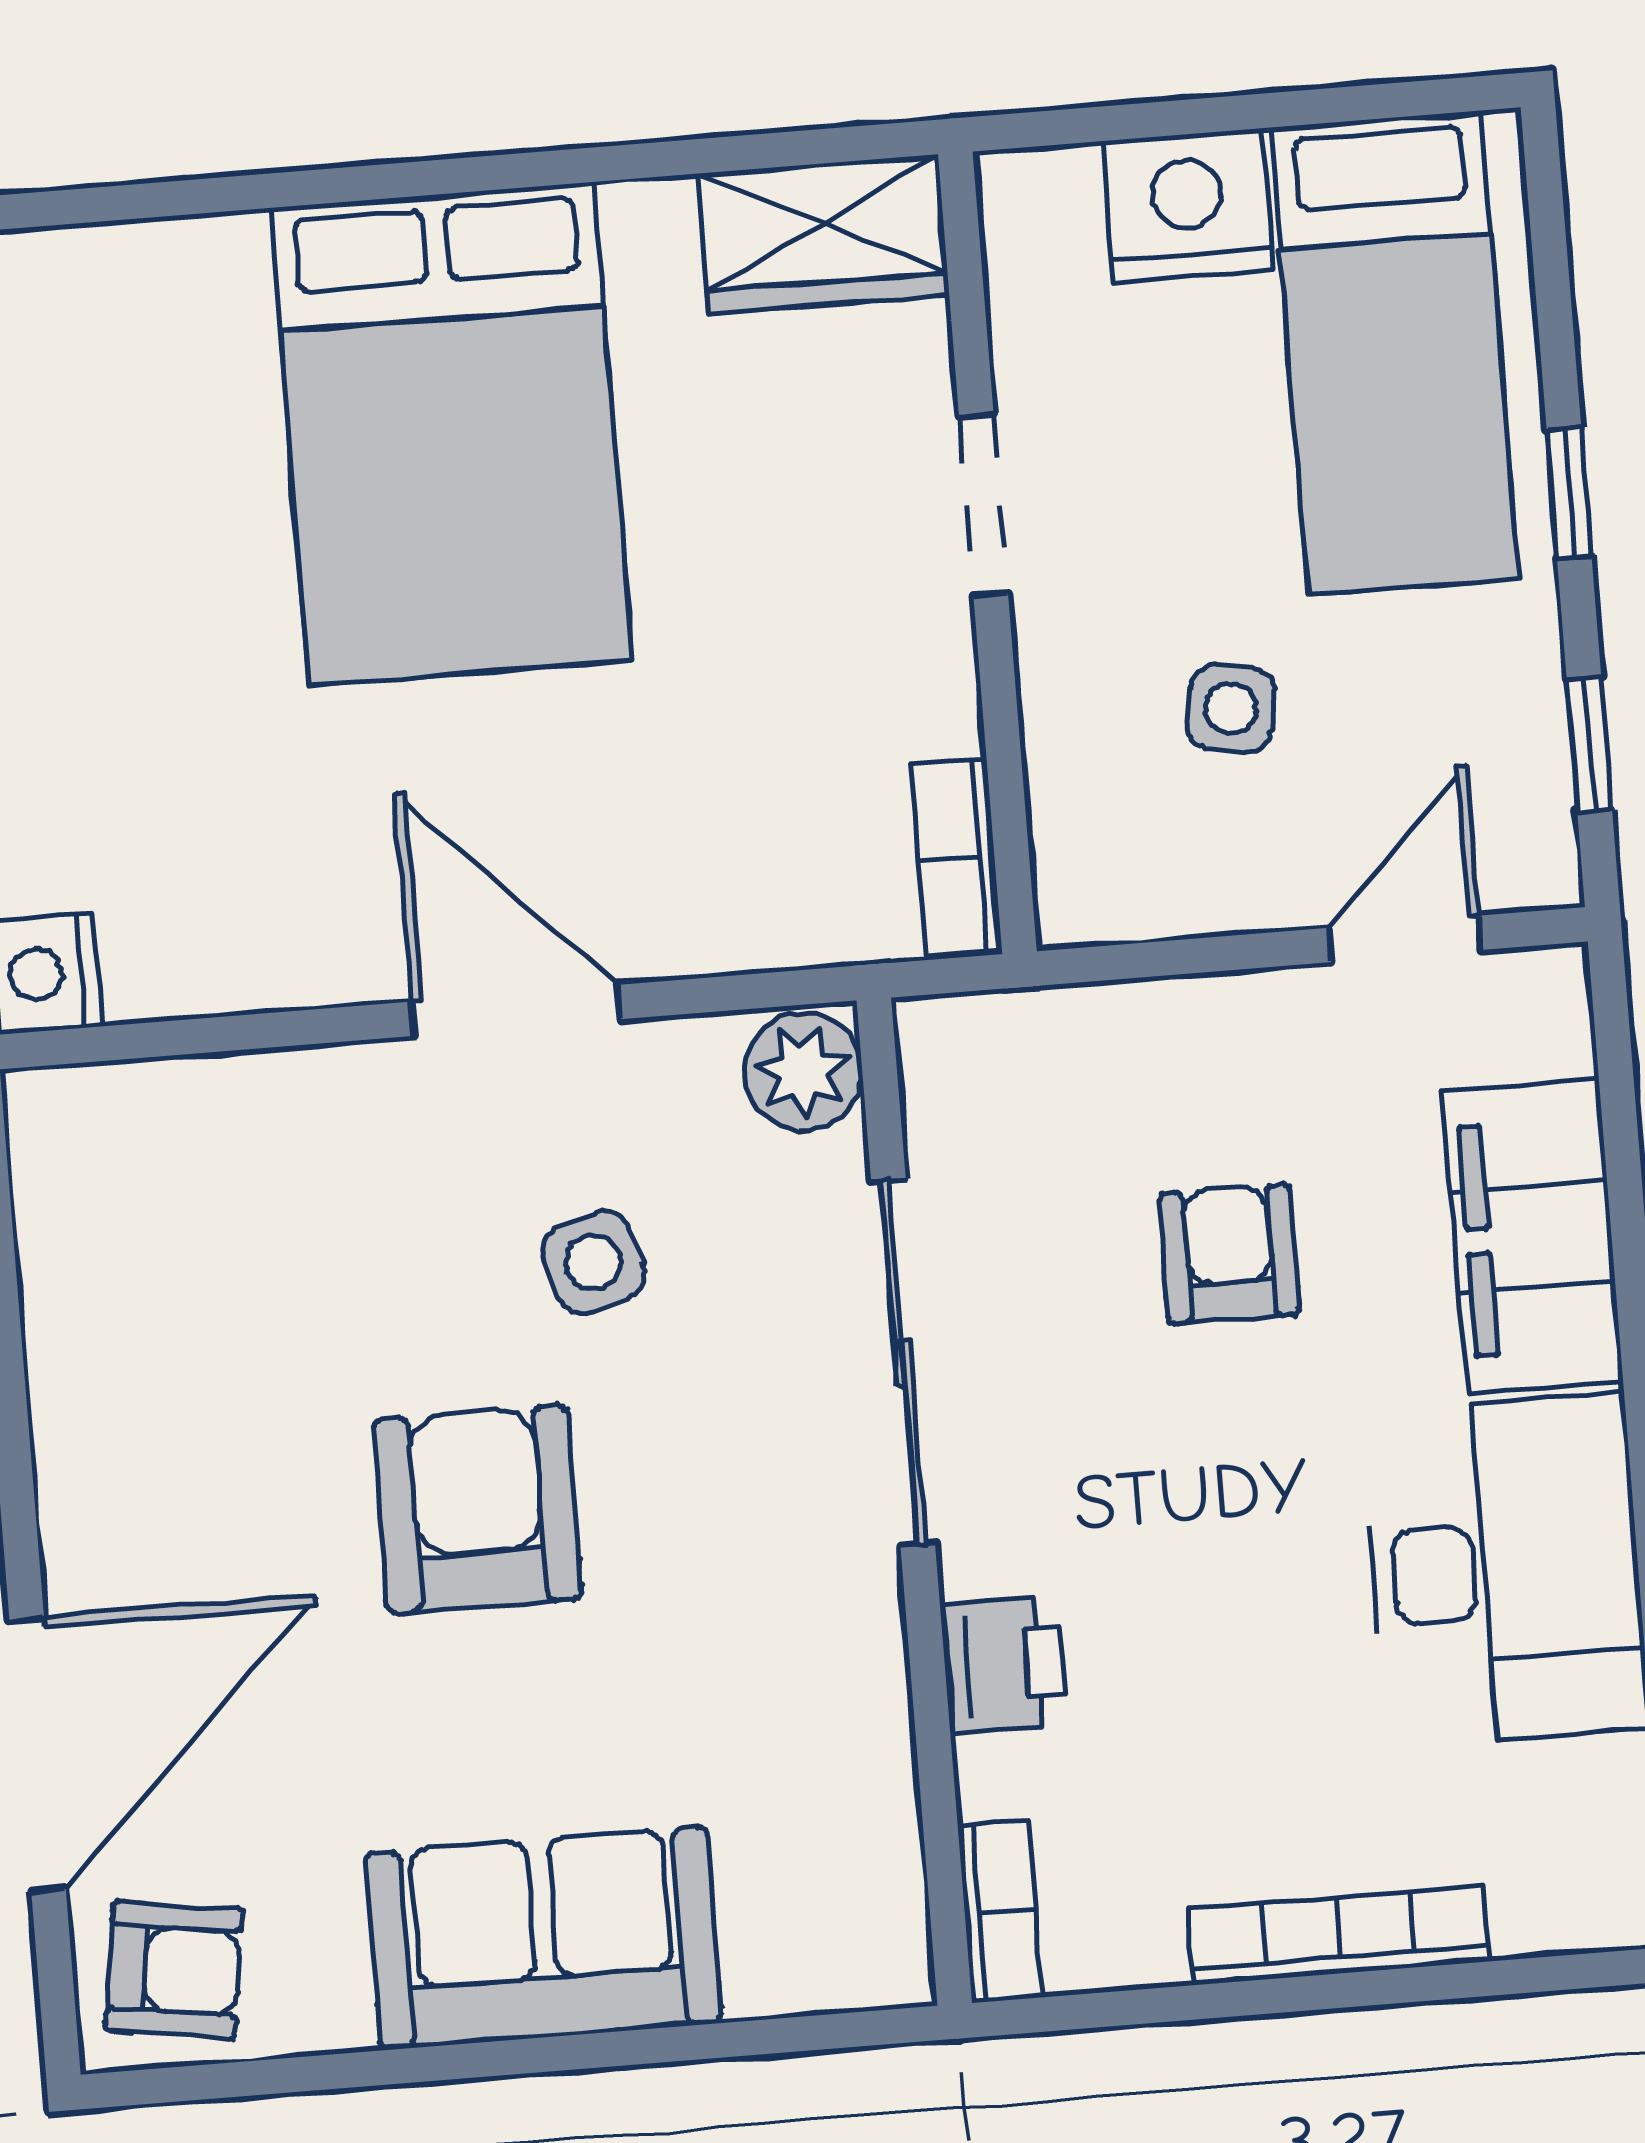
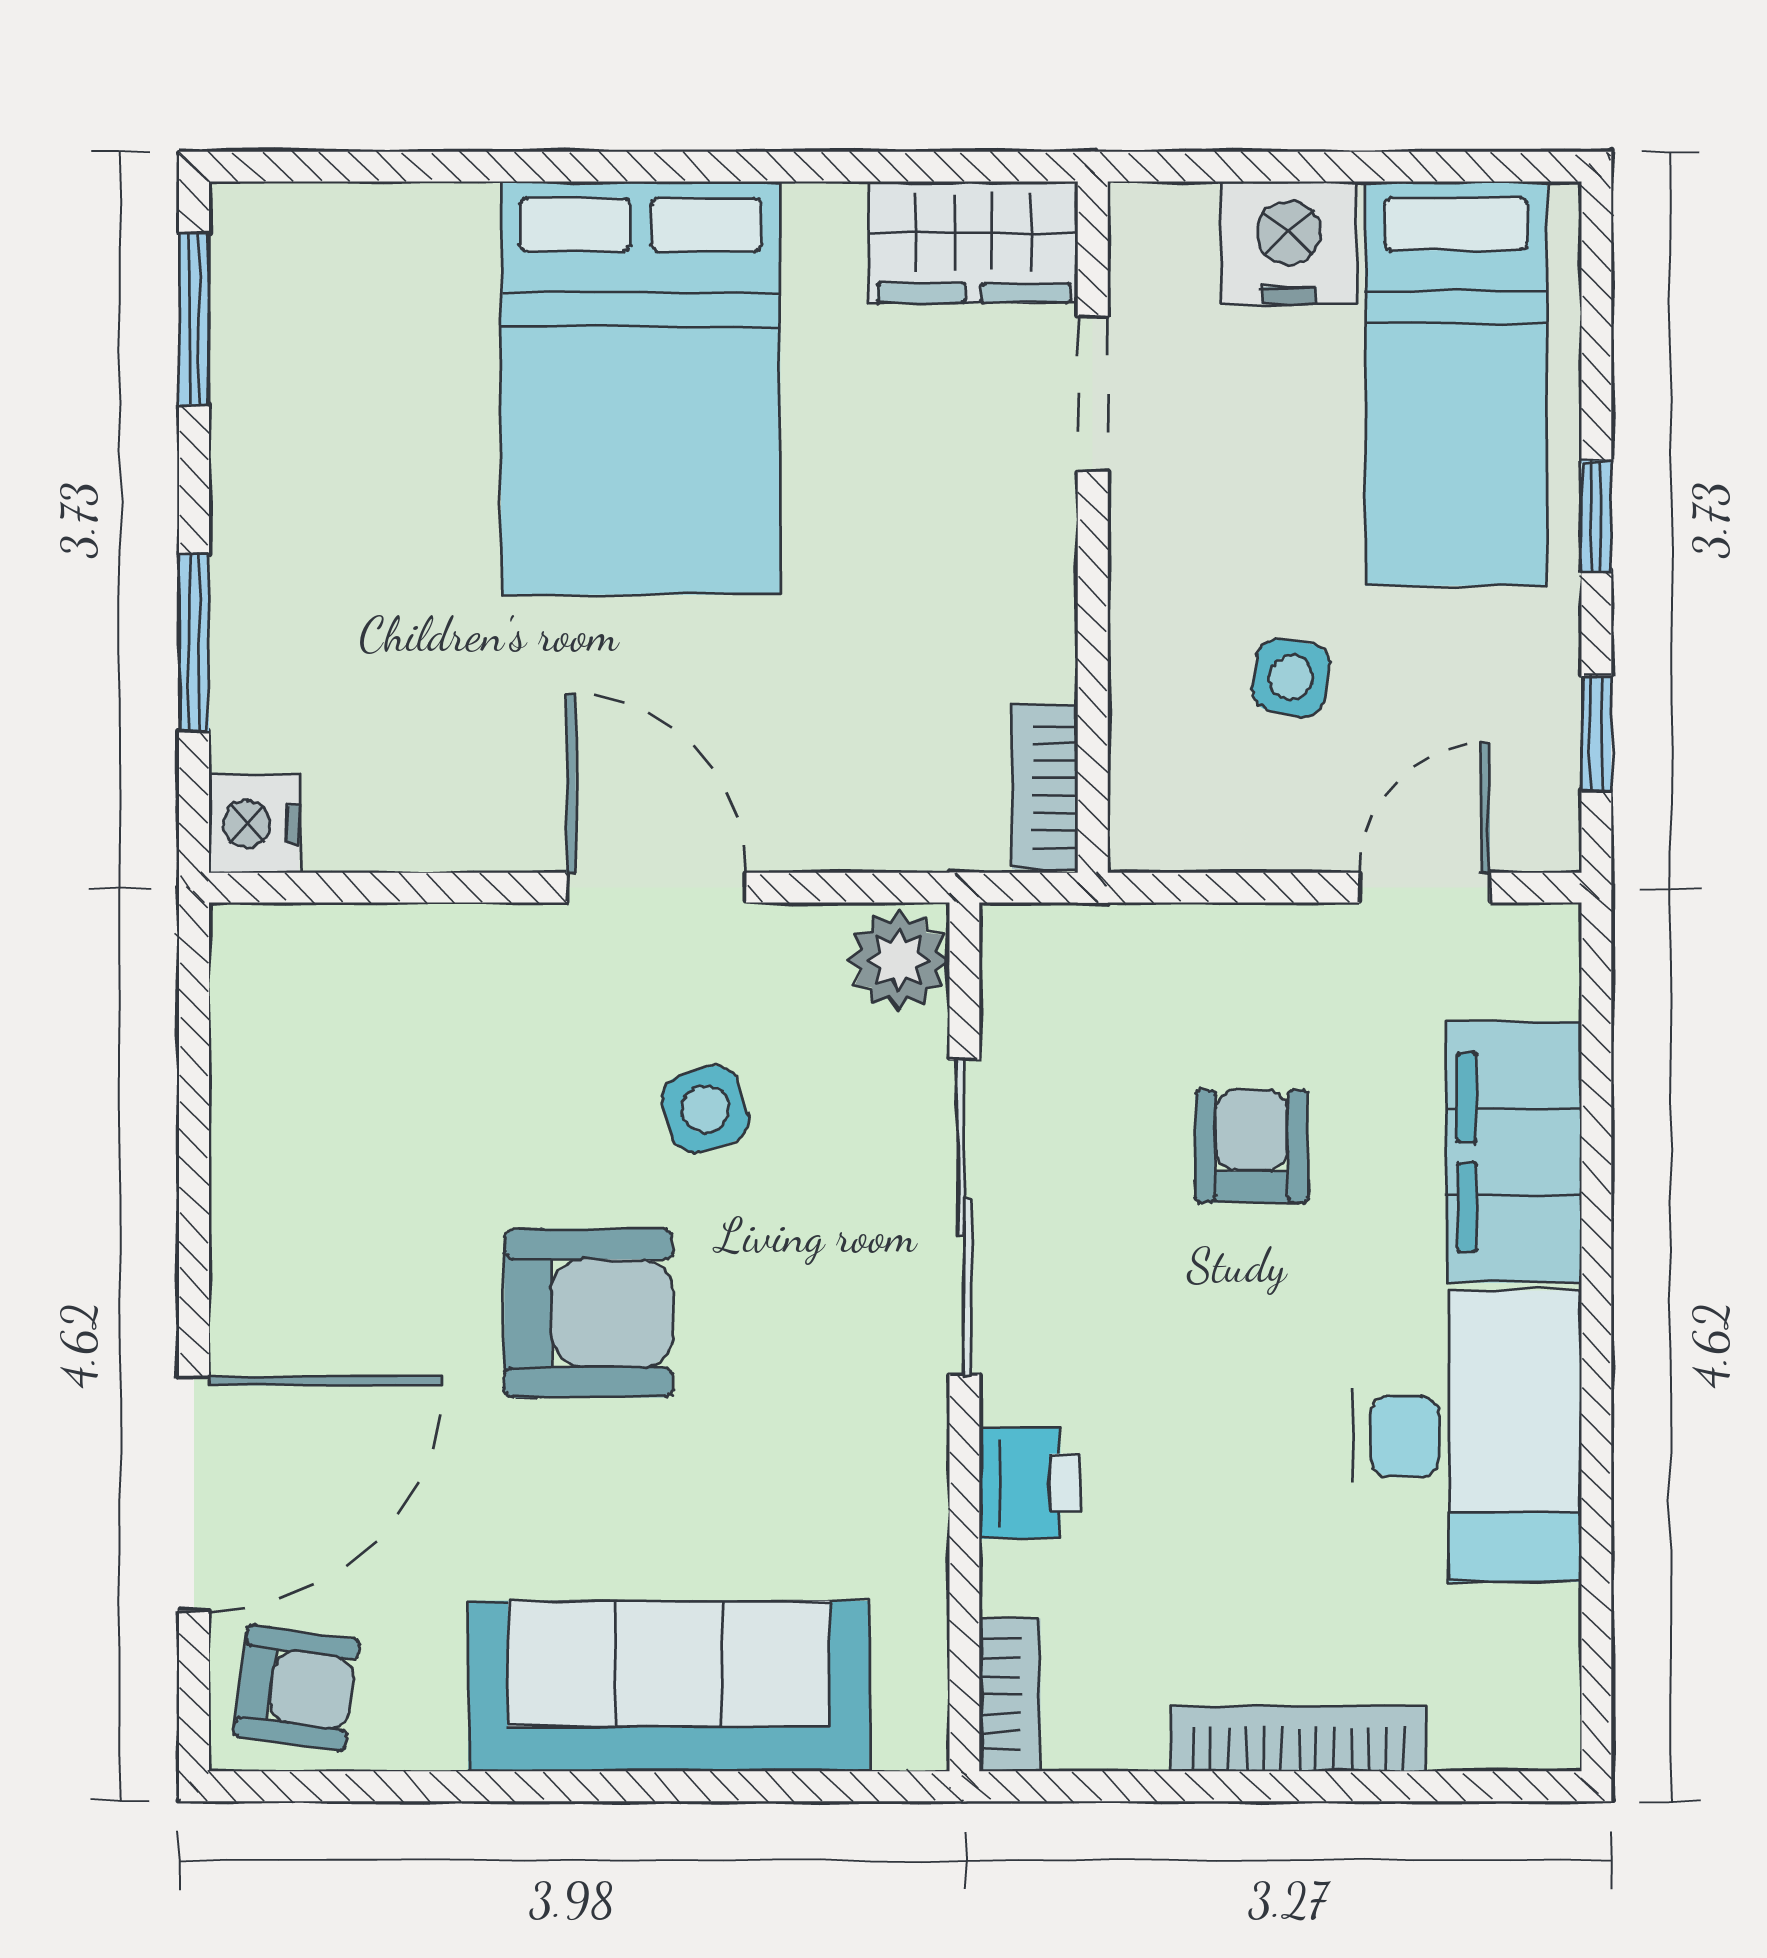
doorway: (984, 505) -> (1093, 394), moved
armchair: (477, 1509) -> (589, 1313), turned 90
sofa: (543, 1938) -> (669, 1686), width x1.36

